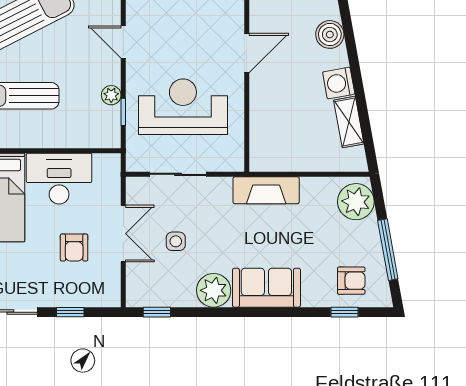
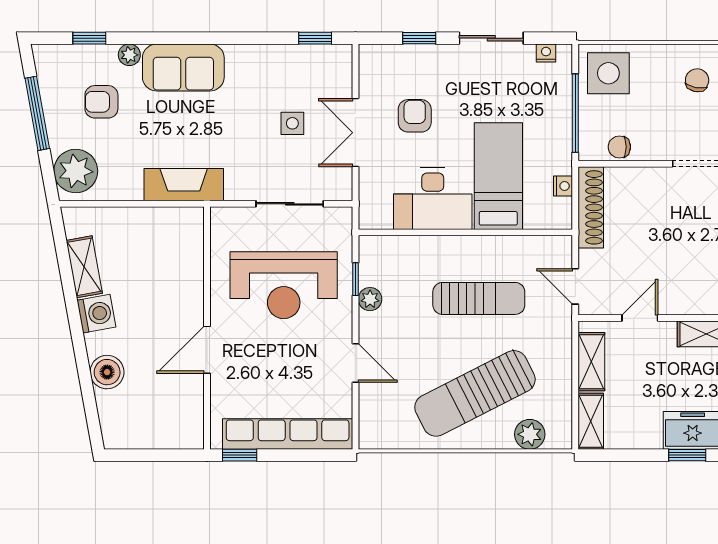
armchair: (351, 281) -> (101, 102), moved
plant: (214, 290) -> (129, 55), moved, width x0.53, depth x0.53

